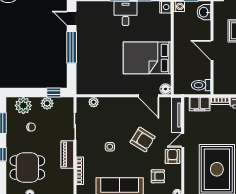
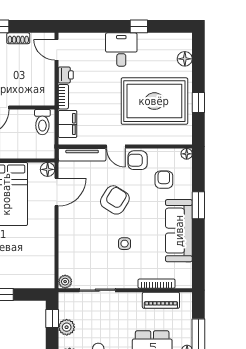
plant: (94, 102) -> (65, 282), moved
piano: (67, 154) -> (161, 300), moved

